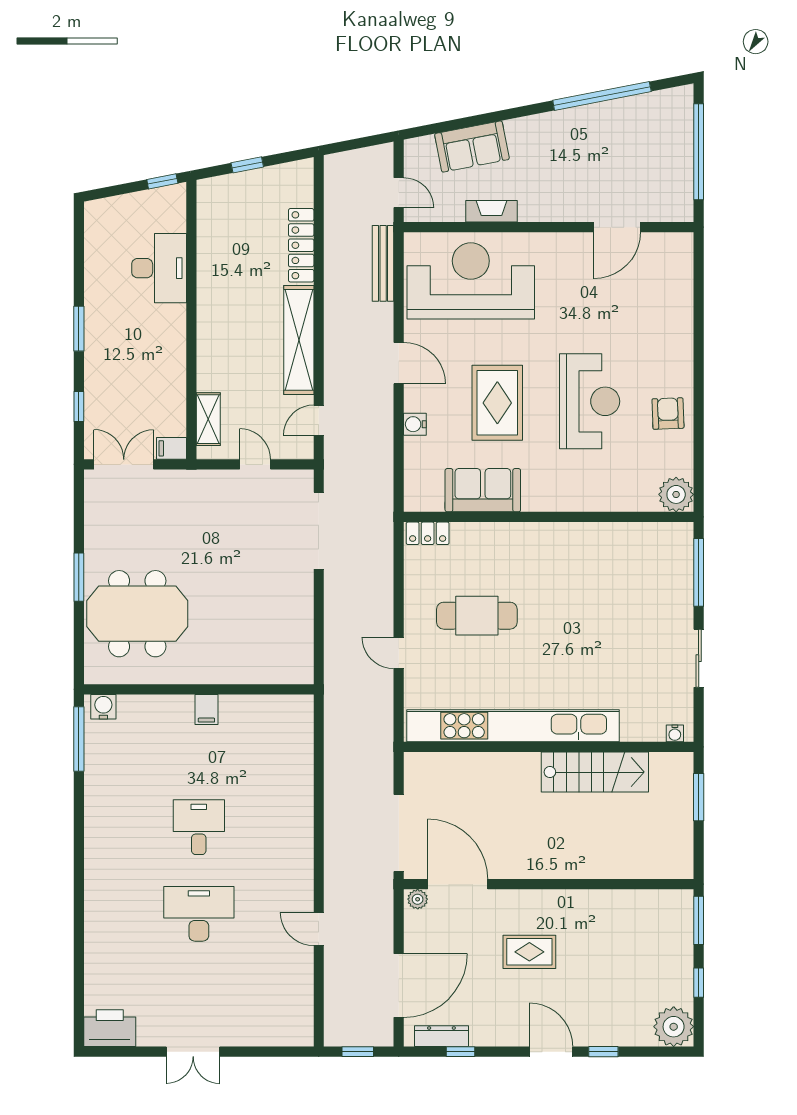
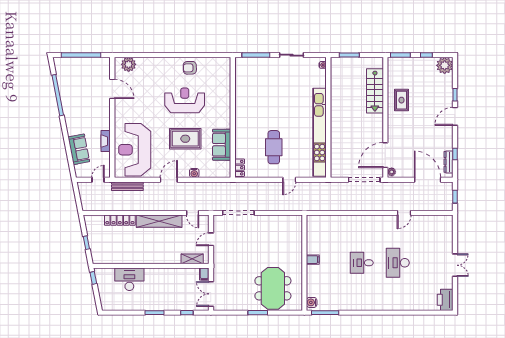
plant: (676, 494) -> (129, 64), moved
stairs: (595, 772) -> (375, 91), moved, turned 180
rug: (529, 952) -> (401, 100), moved

